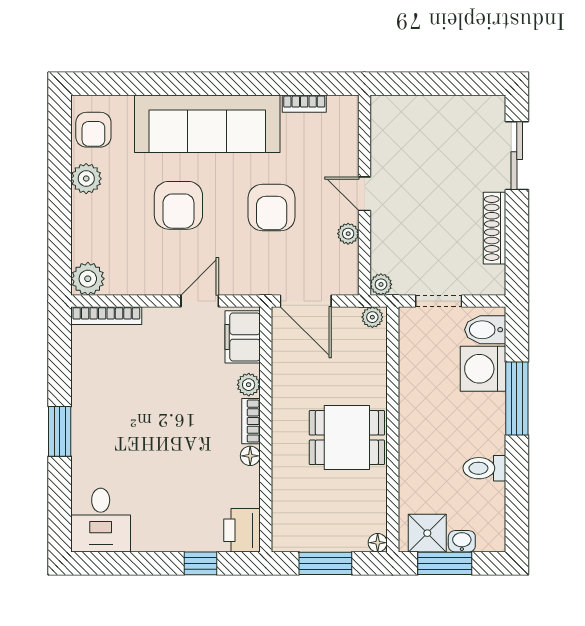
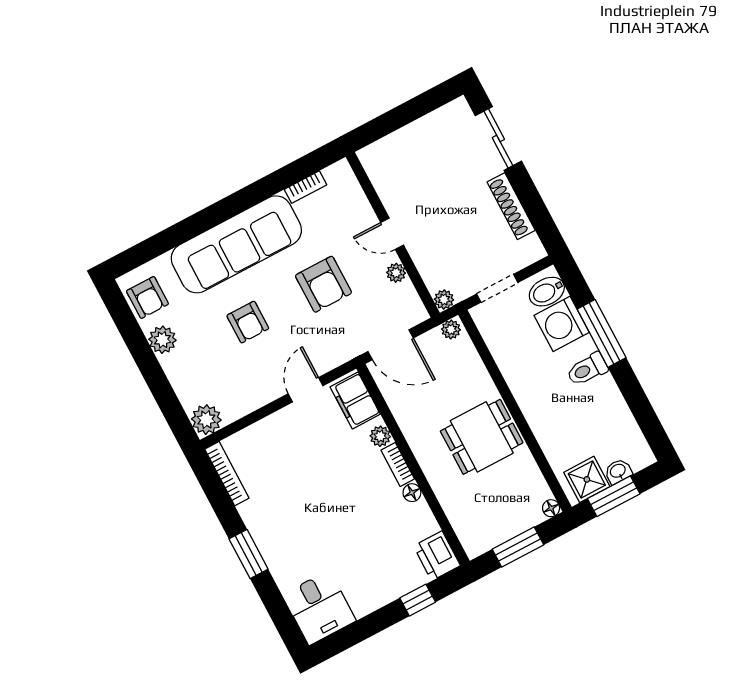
armchair: (178, 205) -> (248, 322), width x0.72, depth x0.72
bookcase: (106, 316) -> (227, 474), moved, turned -90
toilet: (484, 468) -> (587, 369), moved

